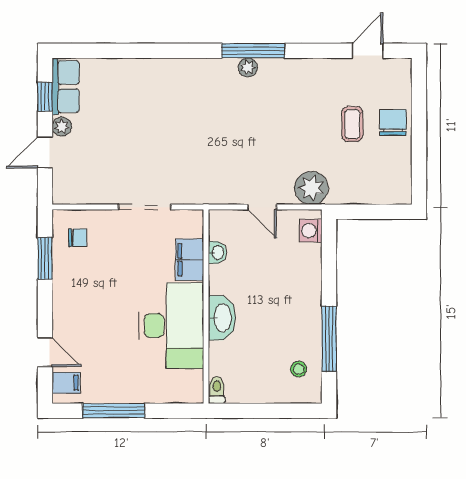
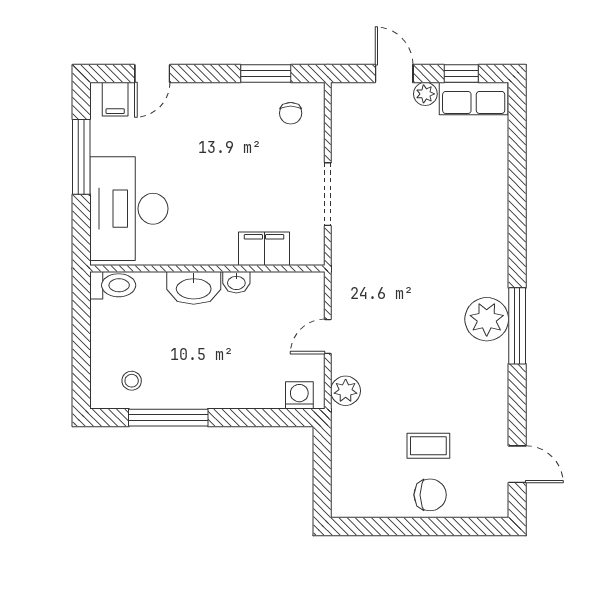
plant: (248, 67) -> (487, 319), width x1.87, depth x1.87
plant: (311, 188) -> (346, 391), width x0.73, depth x0.73
washbasin: (217, 253) -> (236, 282), moved
desk: (171, 326) -> (129, 209), moved, turned 90
toilet: (217, 390) -> (113, 285), width x1.37, depth x1.39

